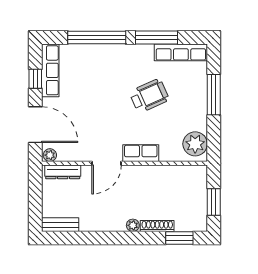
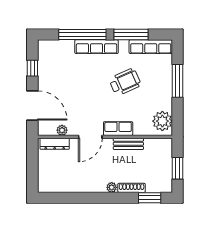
row of seats: (50, 70) -> (97, 47), moved, turned 90
plant: (50, 155) -> (62, 130), moved
bench: (60, 225) -> (128, 144), moved

